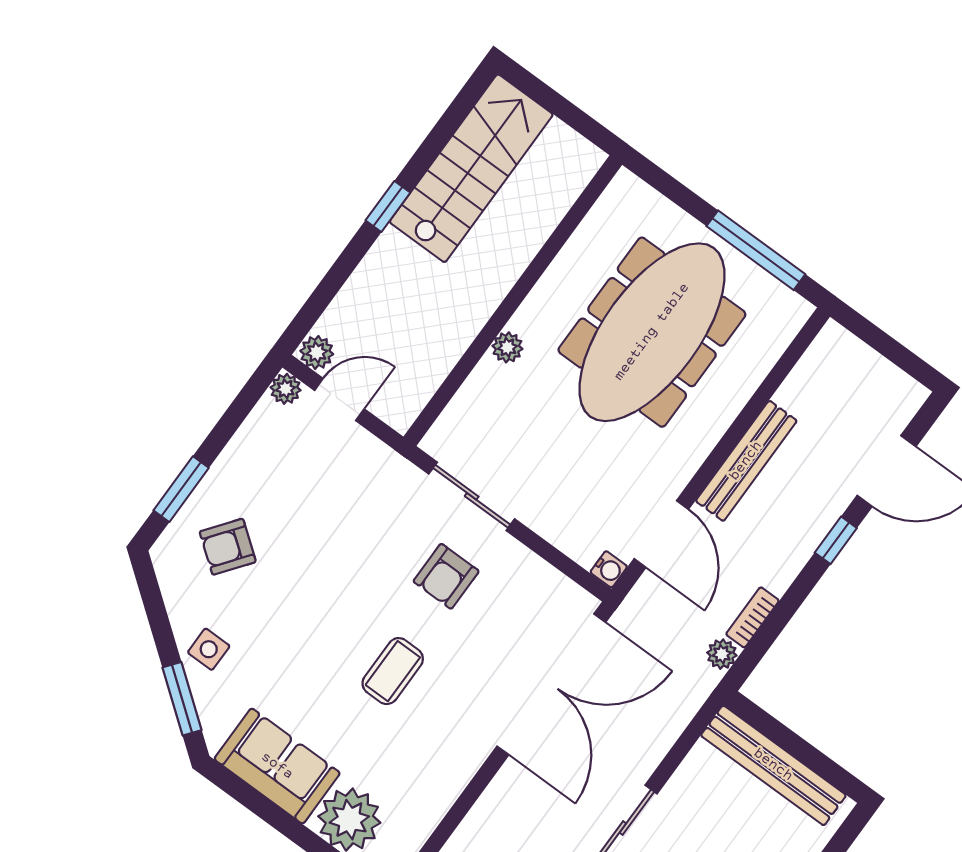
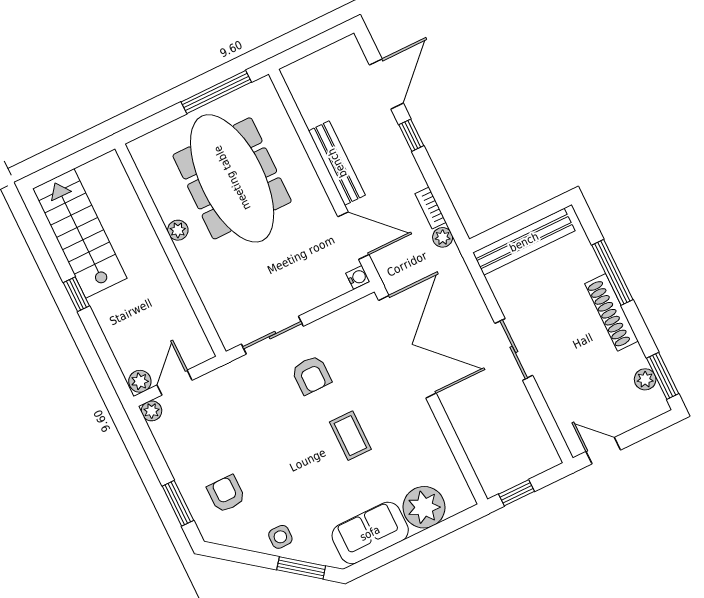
plant: (507, 347) -> (178, 230), moved
armchair: (228, 547) -> (226, 494), turned 143

